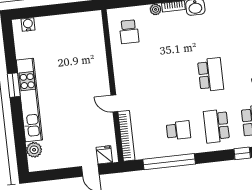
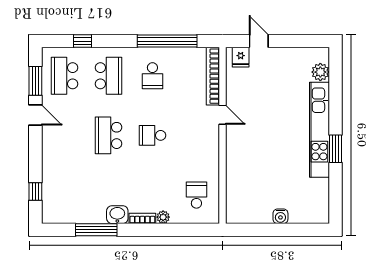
water cooler: (28, 25) -> (280, 216), moved
school desk: (173, 79) -> (152, 135), added
school desk: (178, 130) -> (152, 76), turned -90

